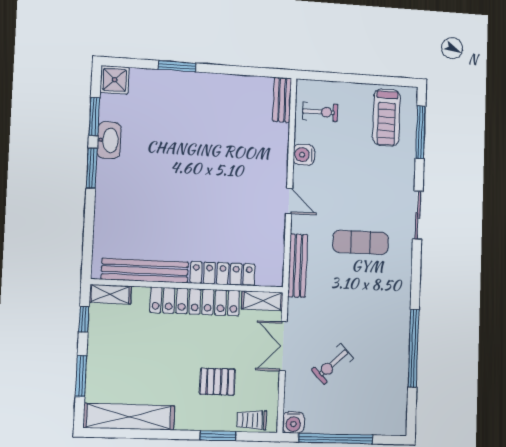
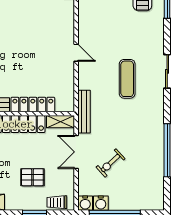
water cooler: (304, 155) -> (101, 203), moved, turned -90
sliding door: (418, 215) -> (167, 71), moved
exercise mat: (361, 242) -> (127, 79), turned 90
bench: (298, 266) -> (84, 112), moved

